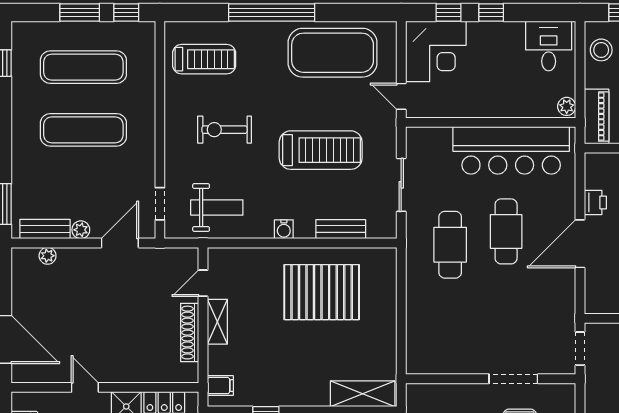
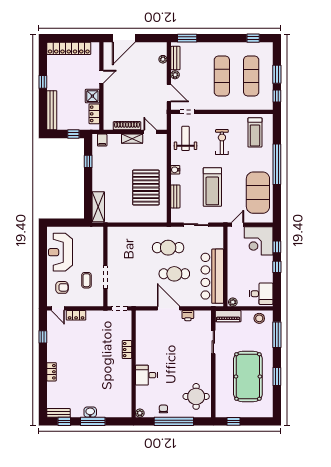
weight bench: (217, 208) -> (185, 138), turned 180

